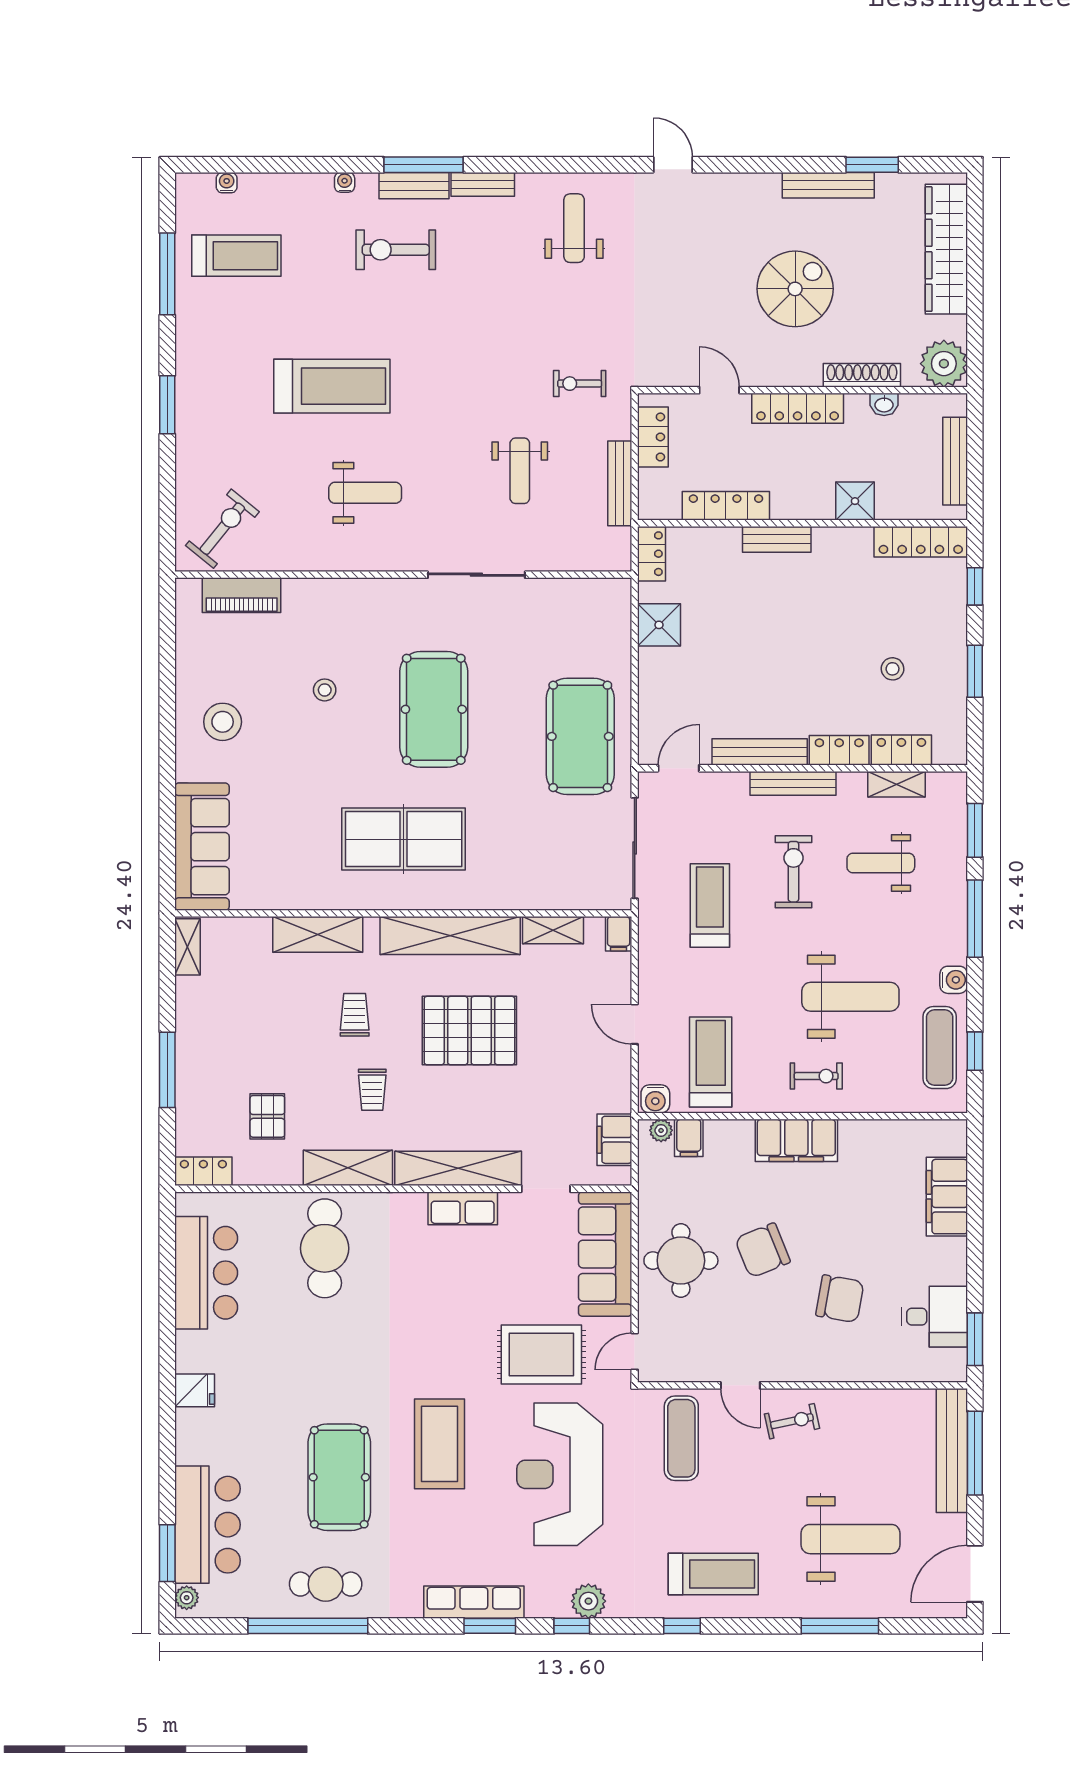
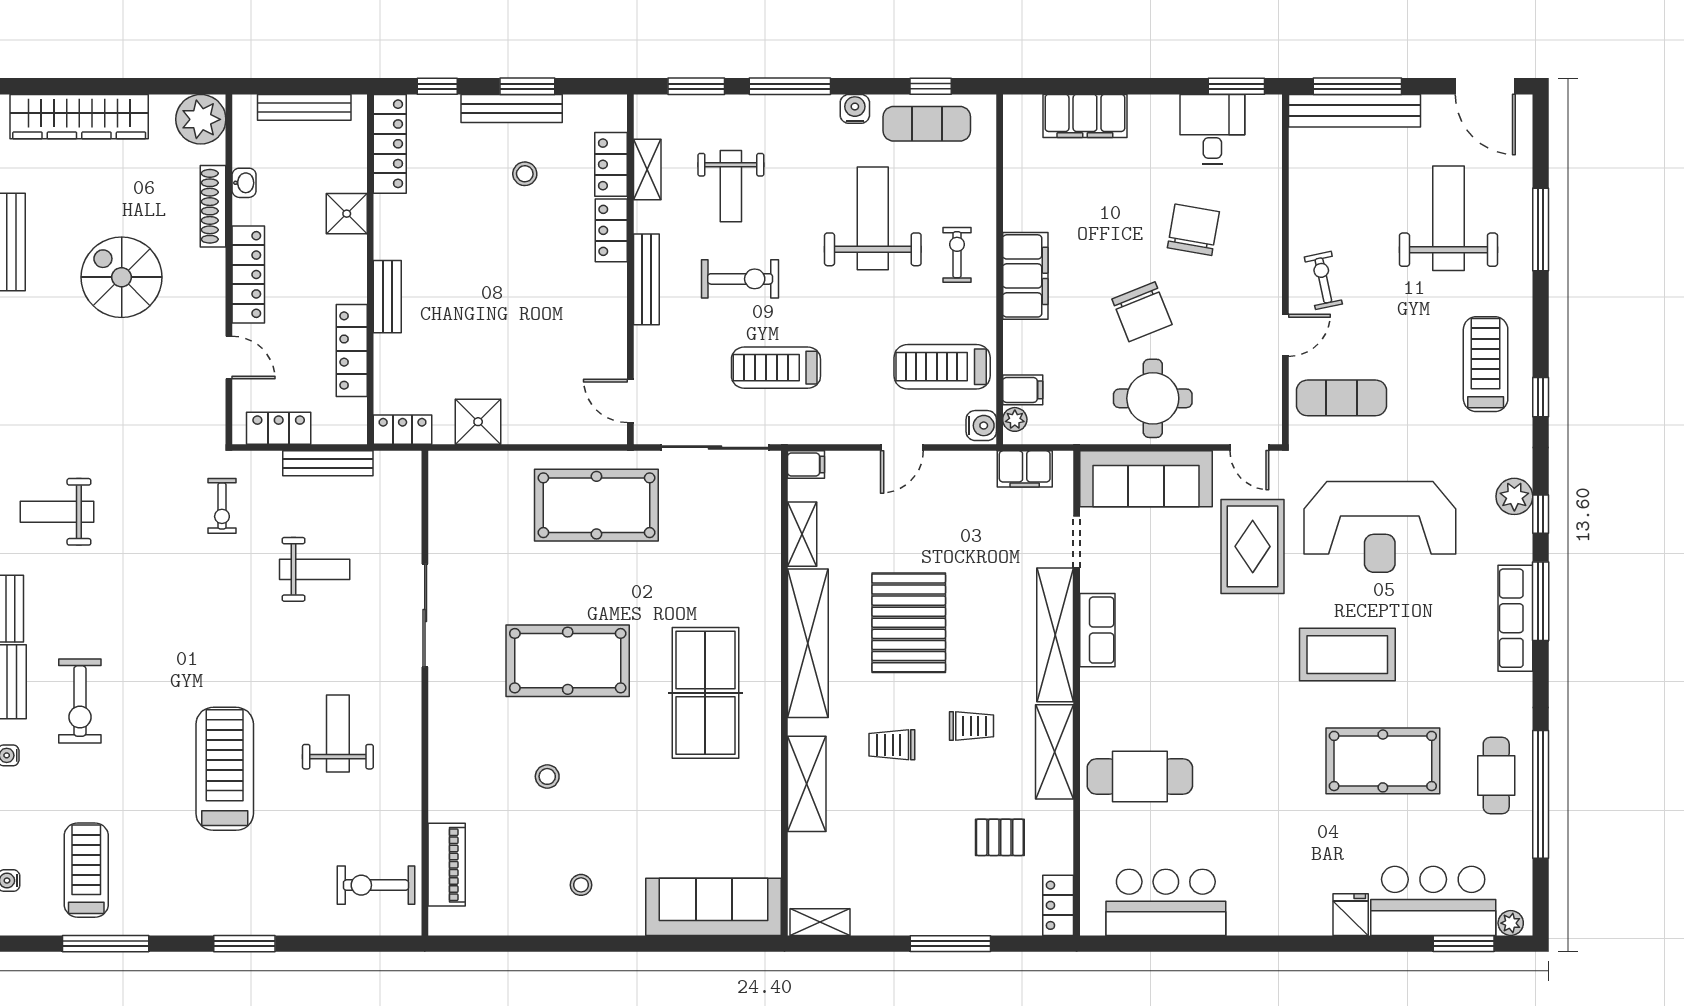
door: (719, 390) -> (229, 358), swing flipped
exercise bike: (222, 529) -> (376, 885), turned -39
stool: (223, 722) -> (581, 885), width x0.53, depth x0.53
bench: (760, 752) -> (512, 108), moved, turned 90
exercise bike: (793, 872) -> (740, 279), turned 180
fridge: (195, 1390) -> (1351, 915), moved
window: (490, 1626) -> (1541, 601), width x1.44

